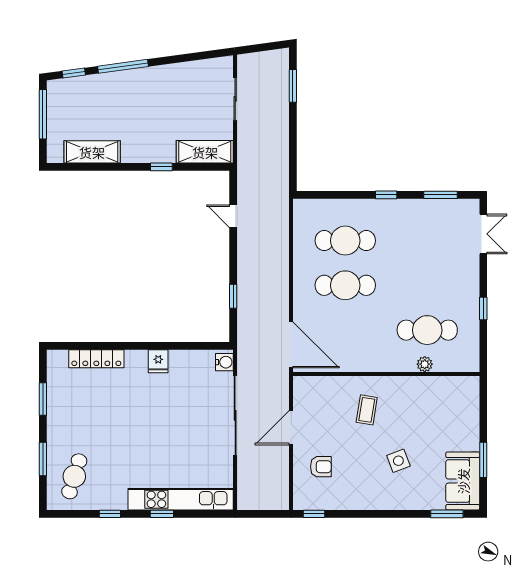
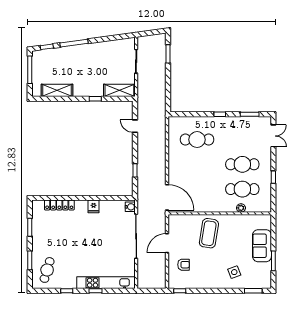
cafe table: (345, 285) -> (242, 164), moved
coffee table: (367, 410) -> (209, 233), width x1.86, depth x1.72
side table: (398, 461) -> (234, 272), moved
sofa: (463, 481) -> (262, 246), moved

